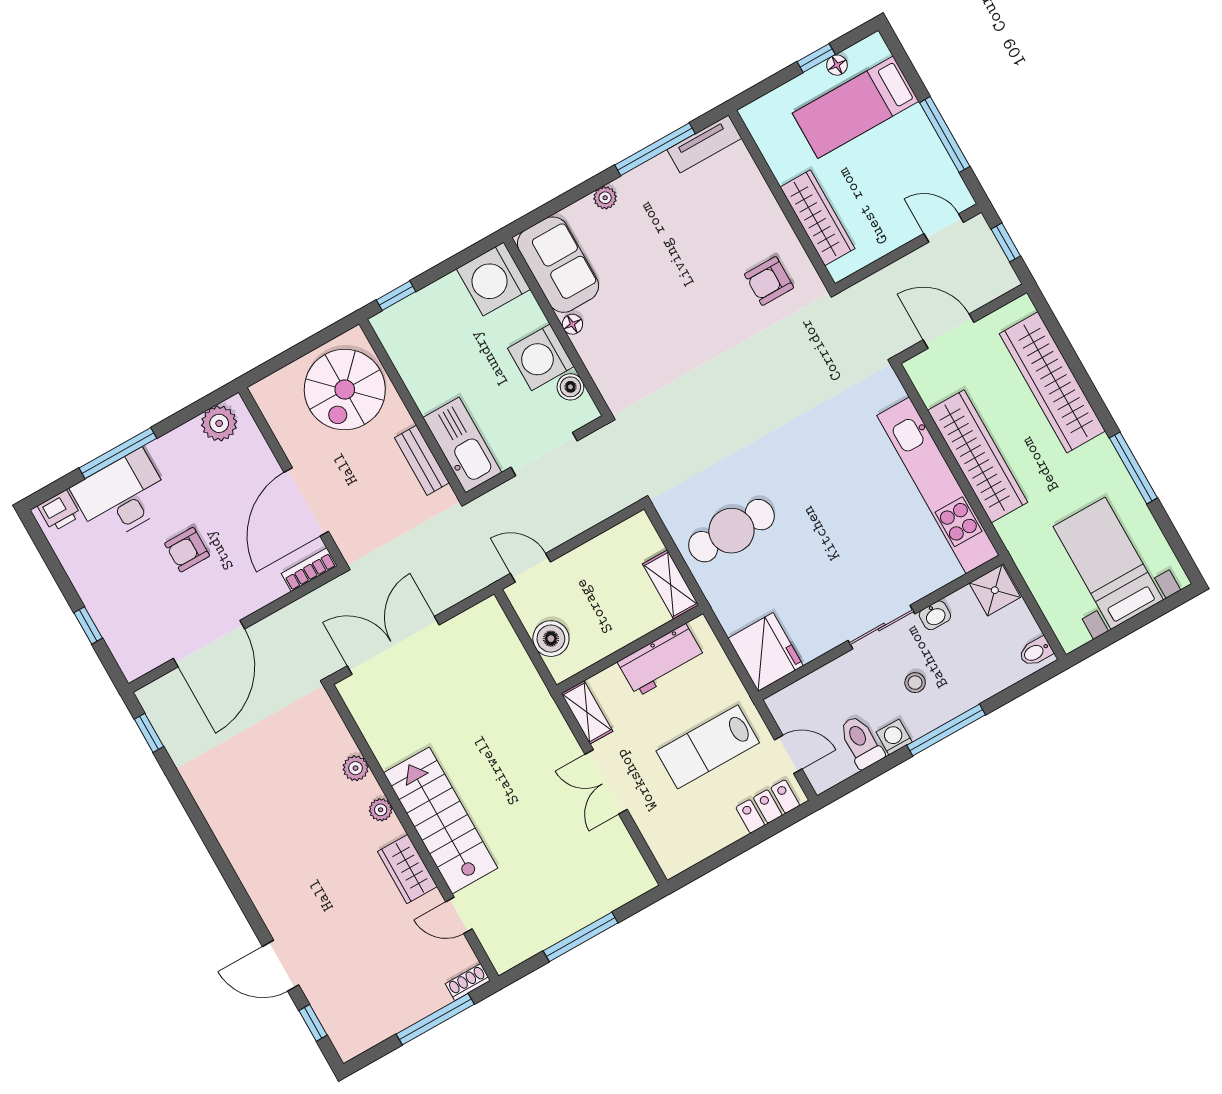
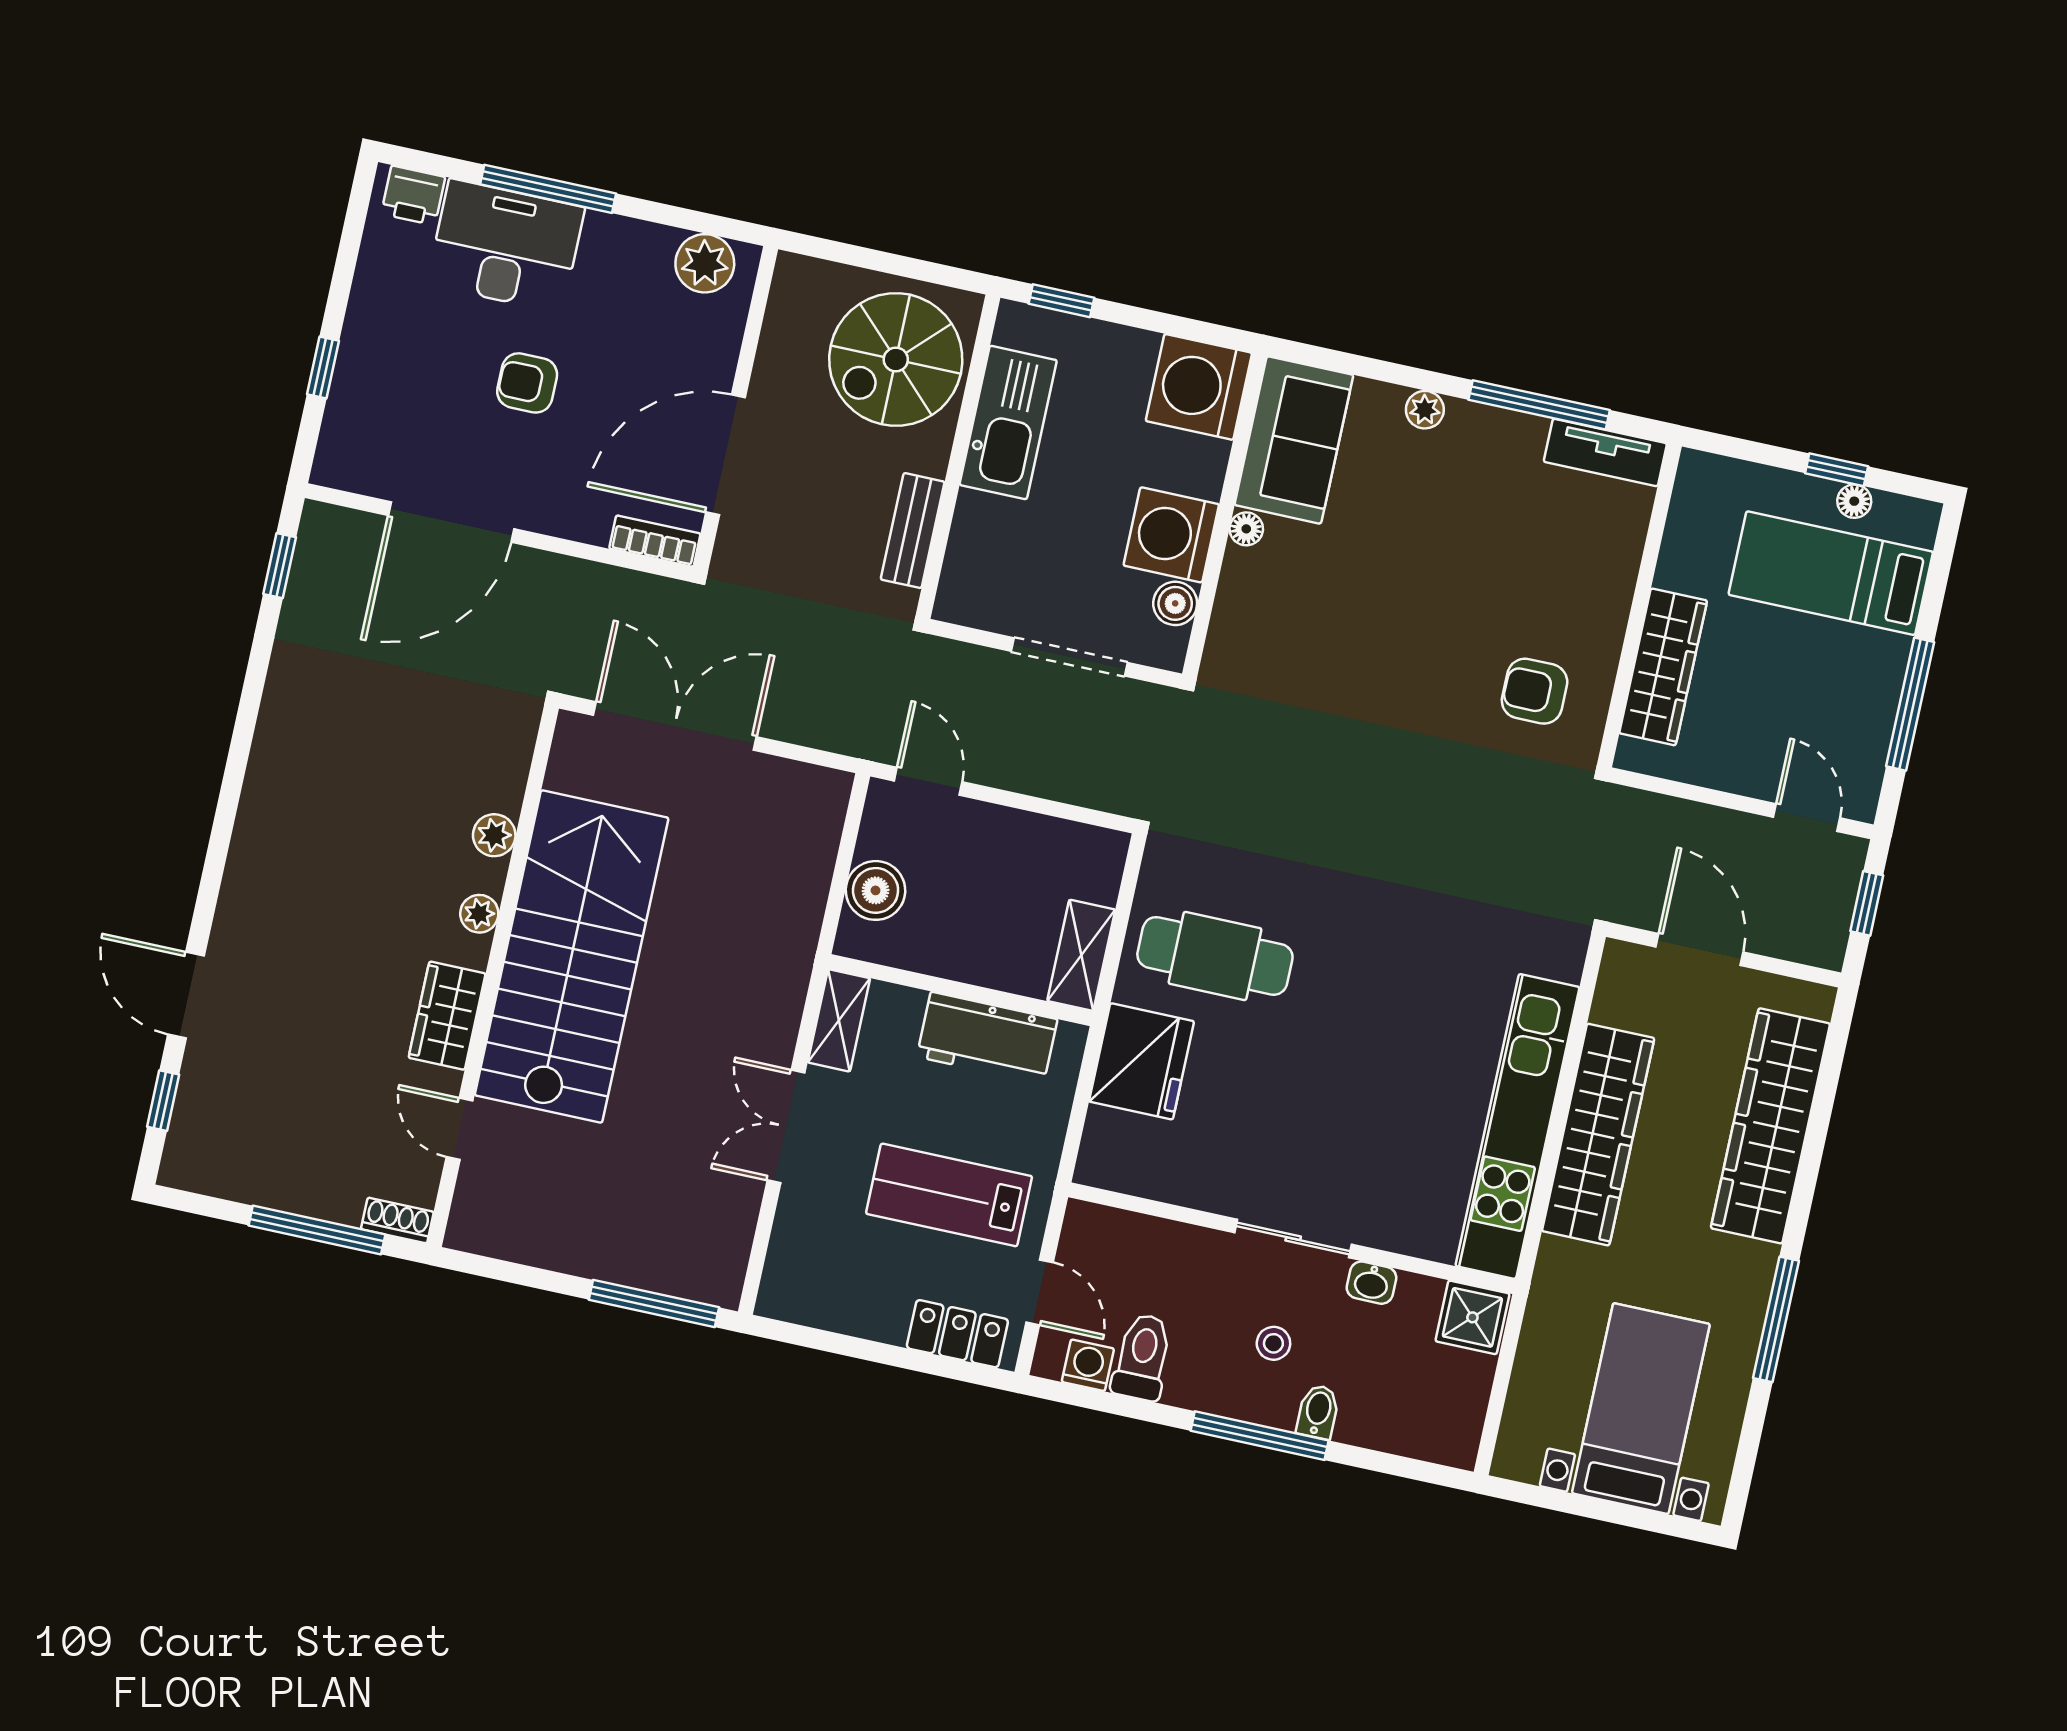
kitchen sink: (462, 445) -> (1008, 423), moved
fridge: (766, 652) -> (1142, 1061), moved
bidet: (1036, 652) -> (1318, 1412), moved, turned 90
washing machine: (894, 737) -> (1088, 1365), moved
stairs: (441, 820) -> (572, 957), width x1.36, depth x1.51
window: (581, 937) -> (654, 1303), moved

